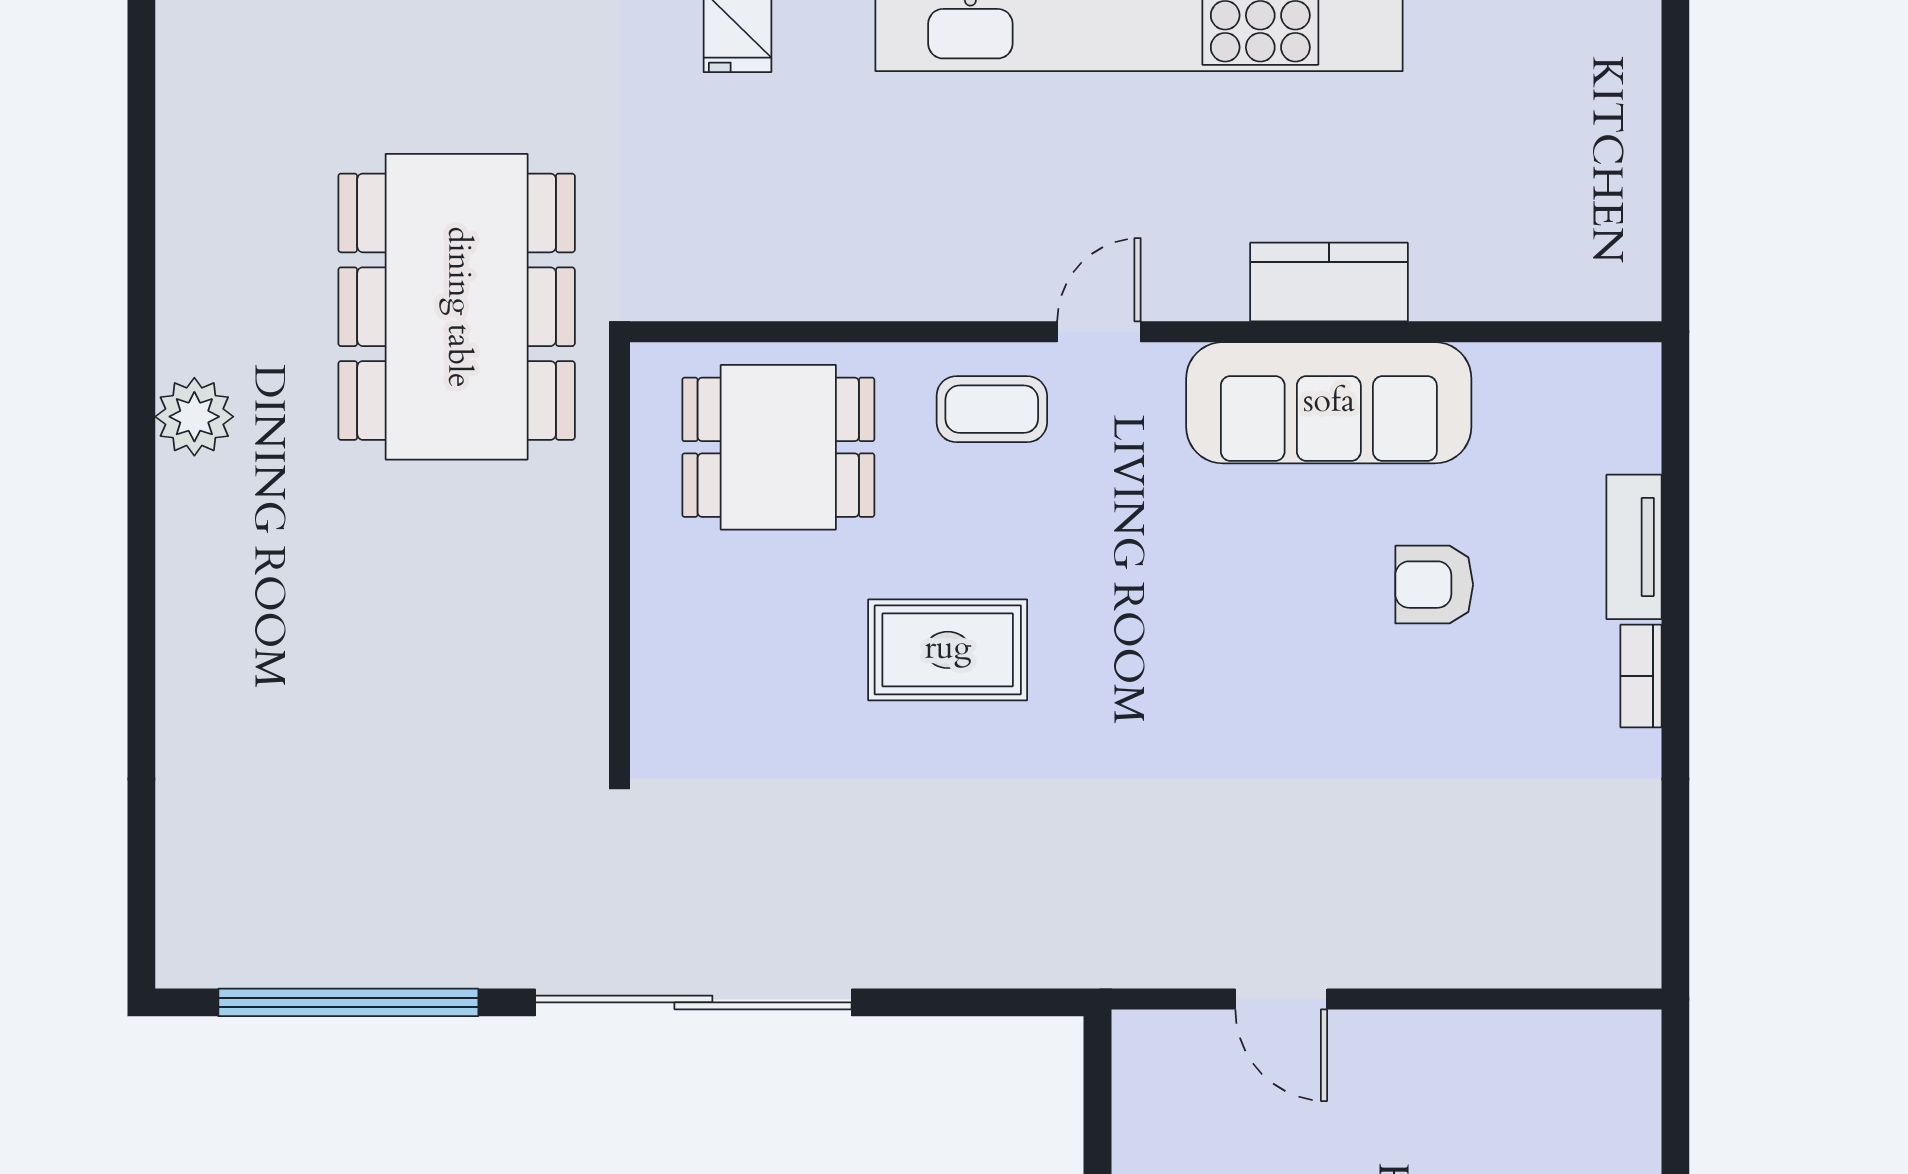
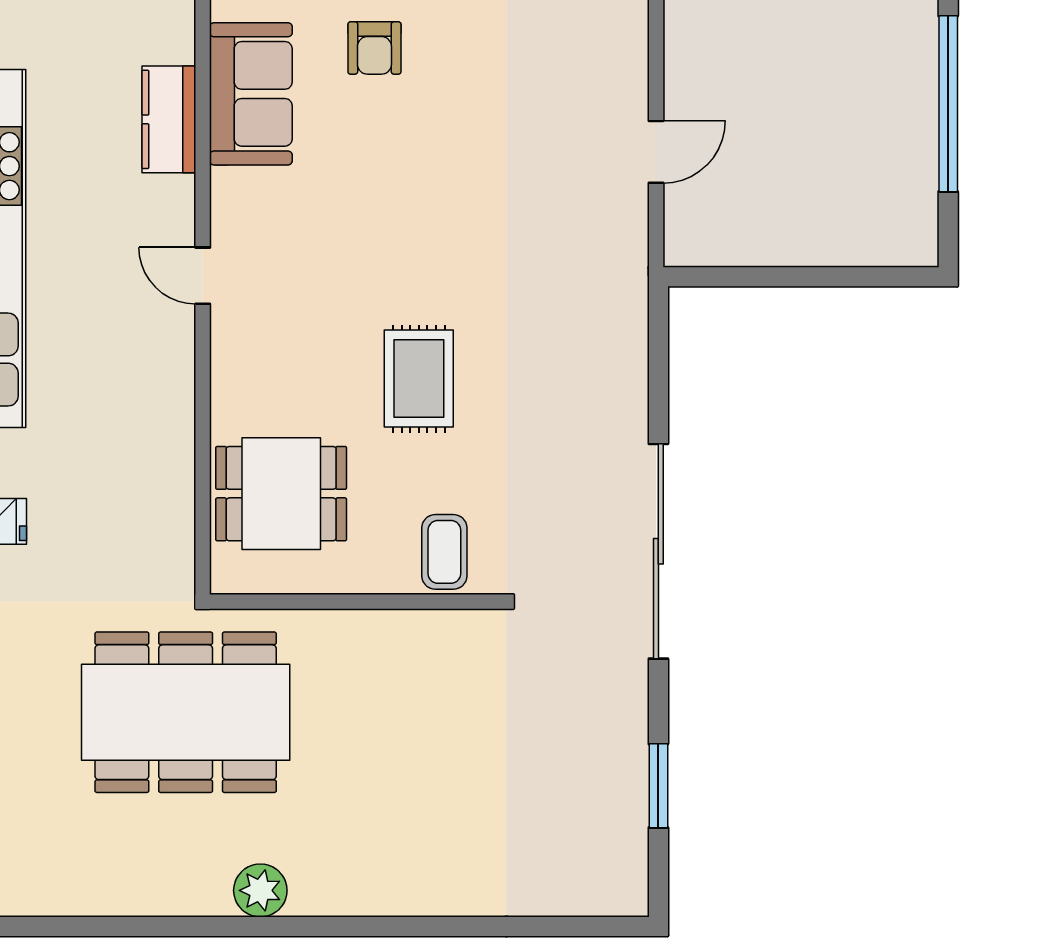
sofa: (1329, 403) -> (251, 94), width x0.73
coffee table: (992, 409) -> (444, 552), moved
dining table: (778, 447) -> (281, 494), turned 90
window: (348, 1002) -> (658, 786), width x0.47

